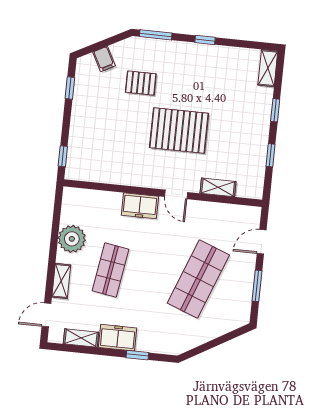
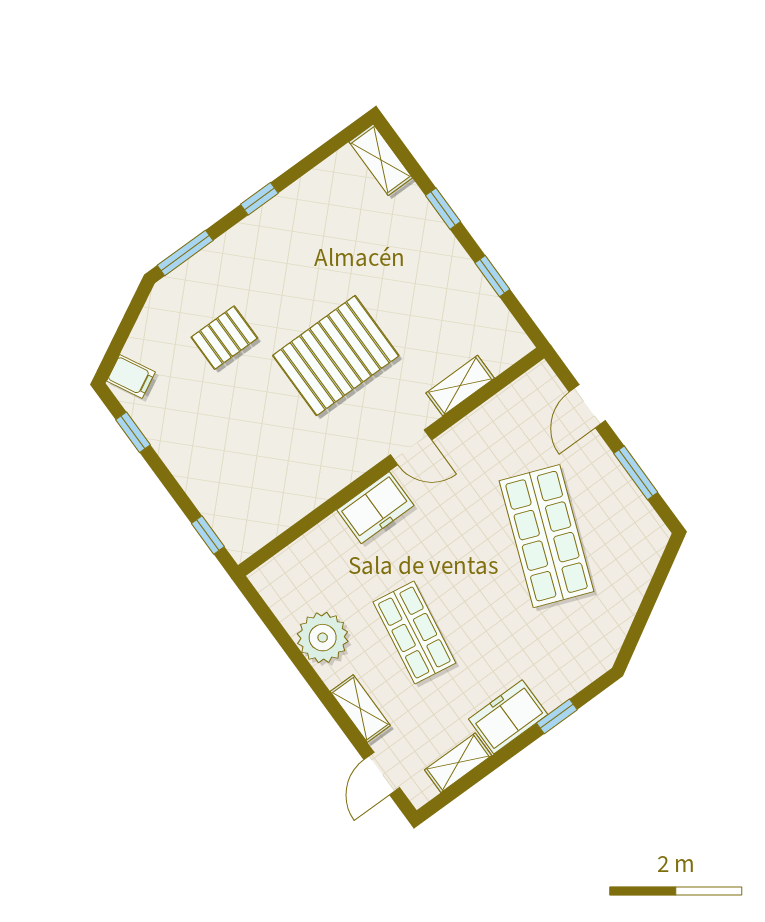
filing cabinet: (104, 59) -> (131, 376), moved

